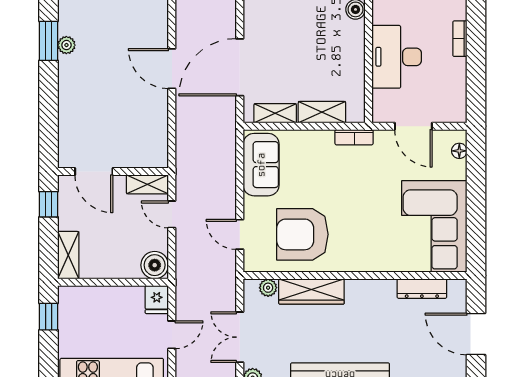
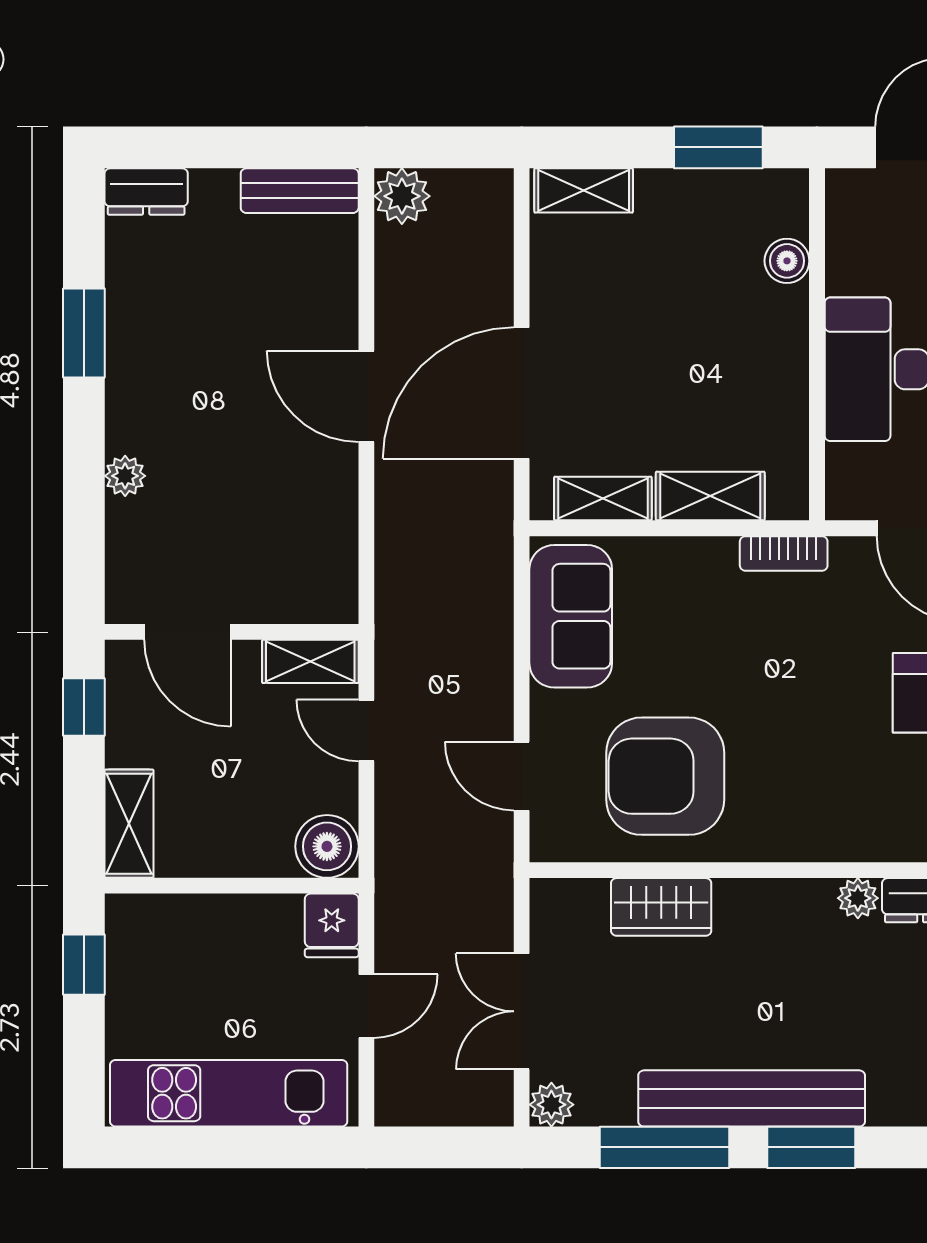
plant: (66, 45) -> (125, 476), moved
plant: (268, 288) -> (858, 898), moved
wardrobe: (311, 292) -> (661, 907), width x0.67

